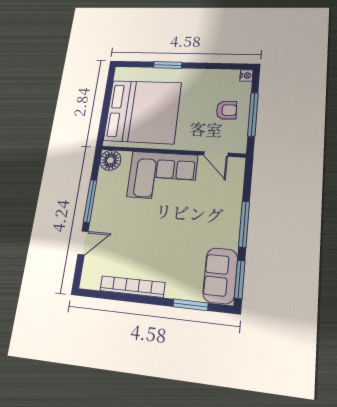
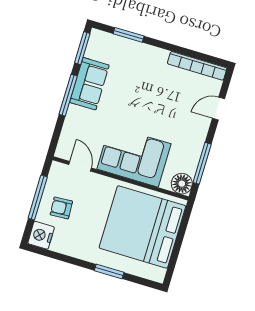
nightstand: (246, 75) -> (41, 235), width x1.89, depth x1.79
window: (90, 201) -> (202, 163), moved
sofa: (220, 276) -> (89, 84), moved
bookcase: (132, 287) -> (197, 66), moved

